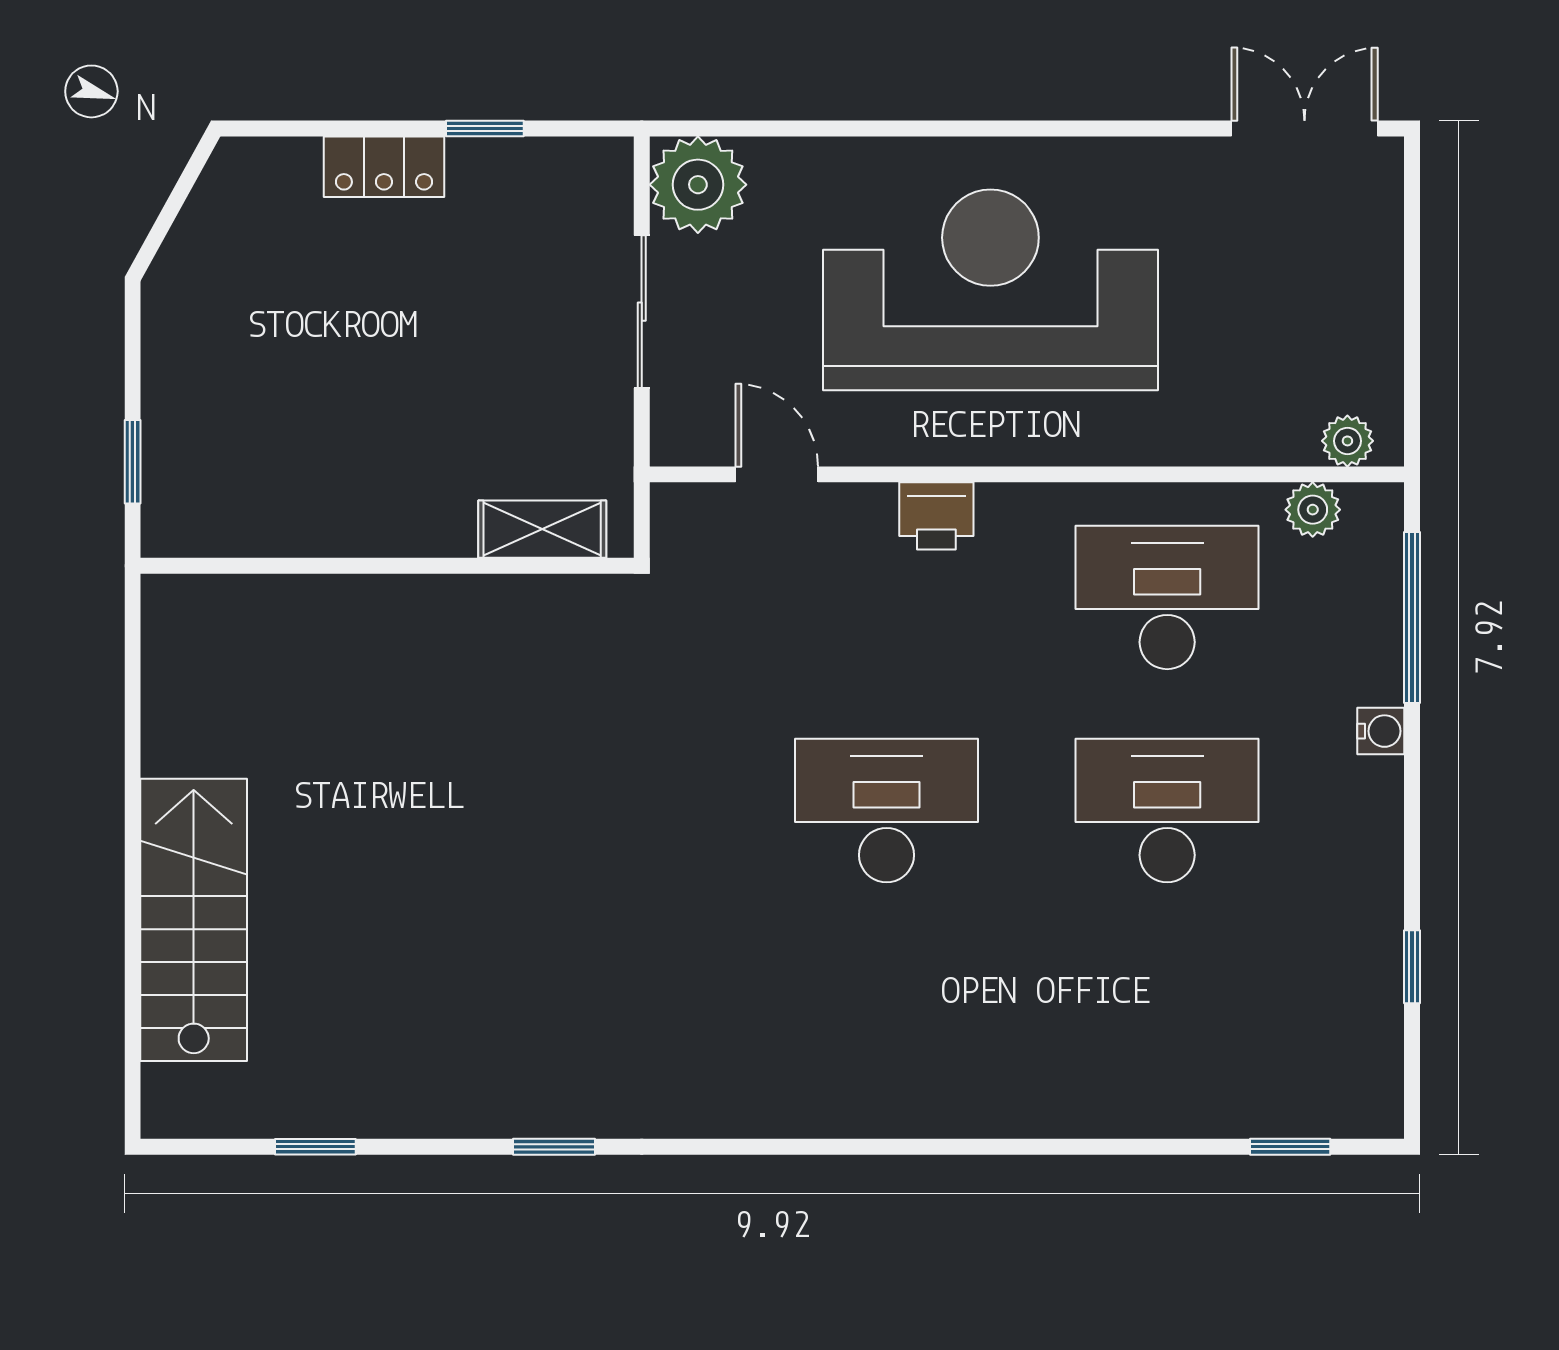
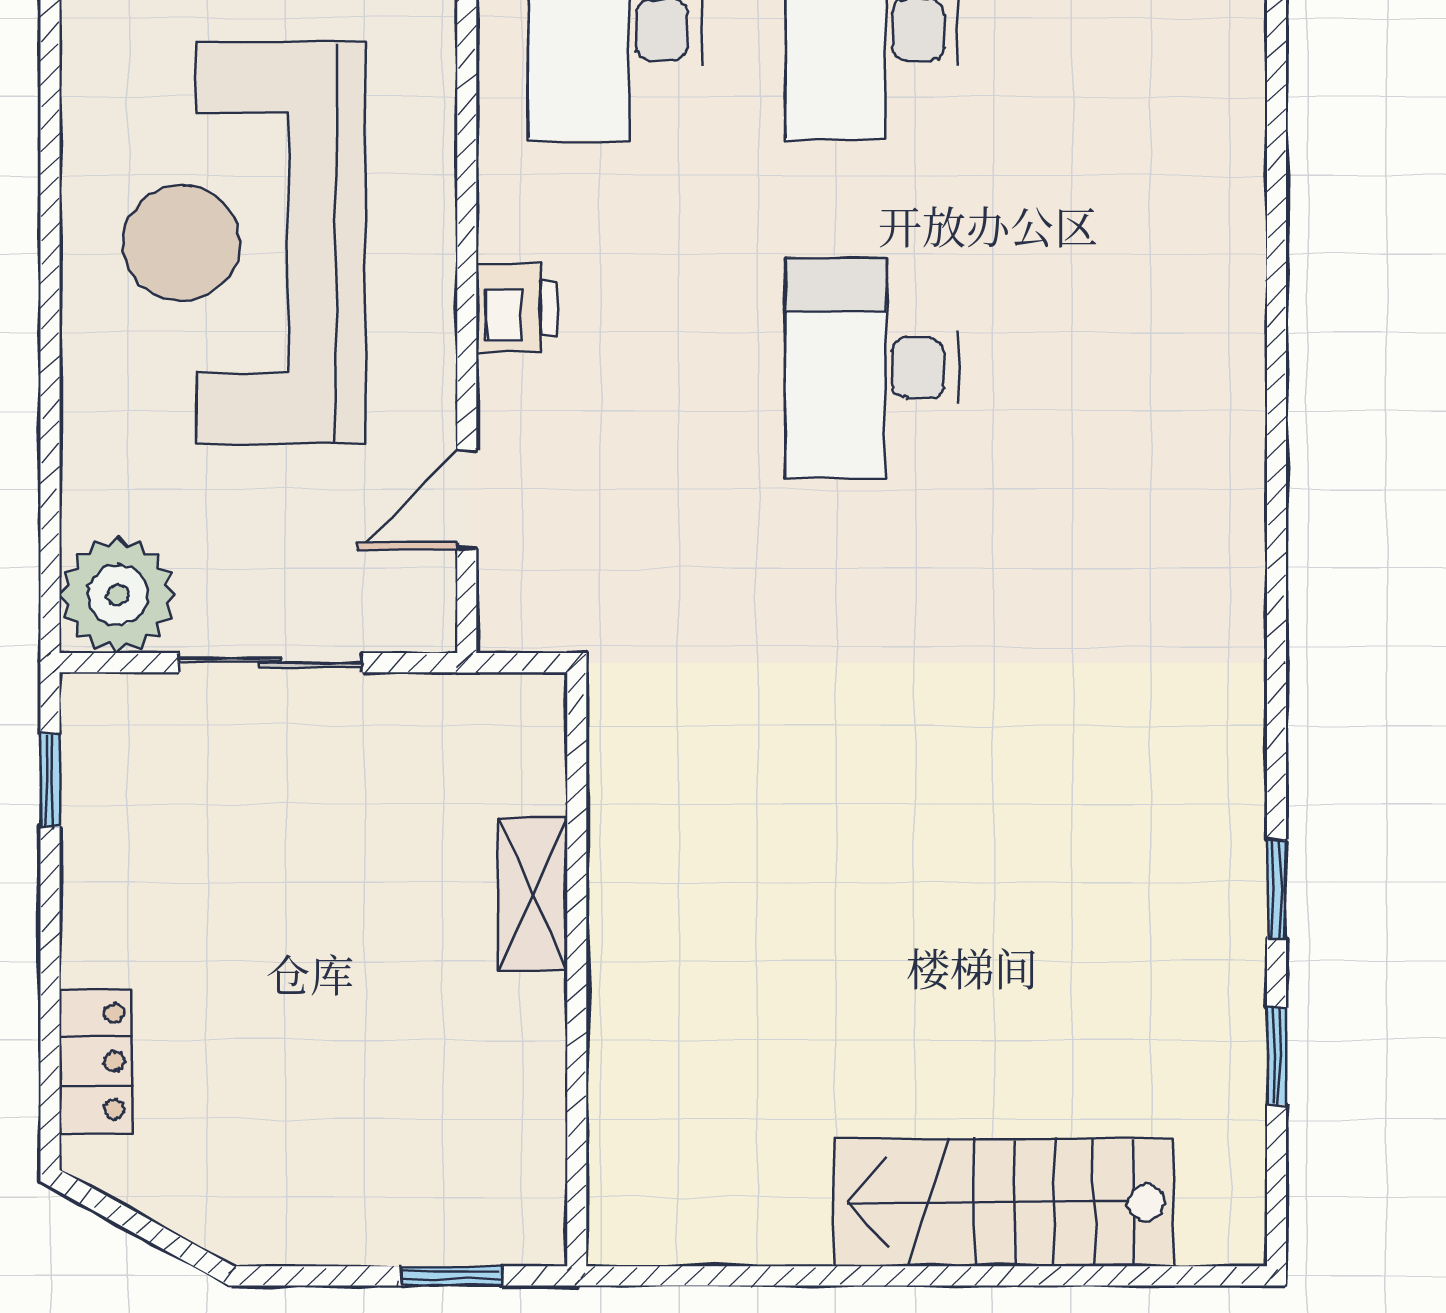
window: (485, 128) -> (50, 780), moved
locker: (384, 167) -> (96, 1061), moved
shelving: (542, 529) -> (533, 894), moved
window: (554, 1147) -> (1276, 889), moved

